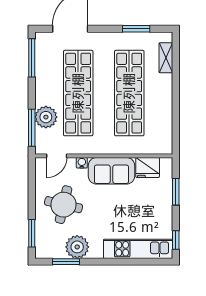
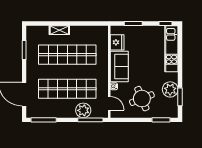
shelving: (166, 58) -> (59, 30), moved
round table: (64, 205) -> (142, 99), turned -35

